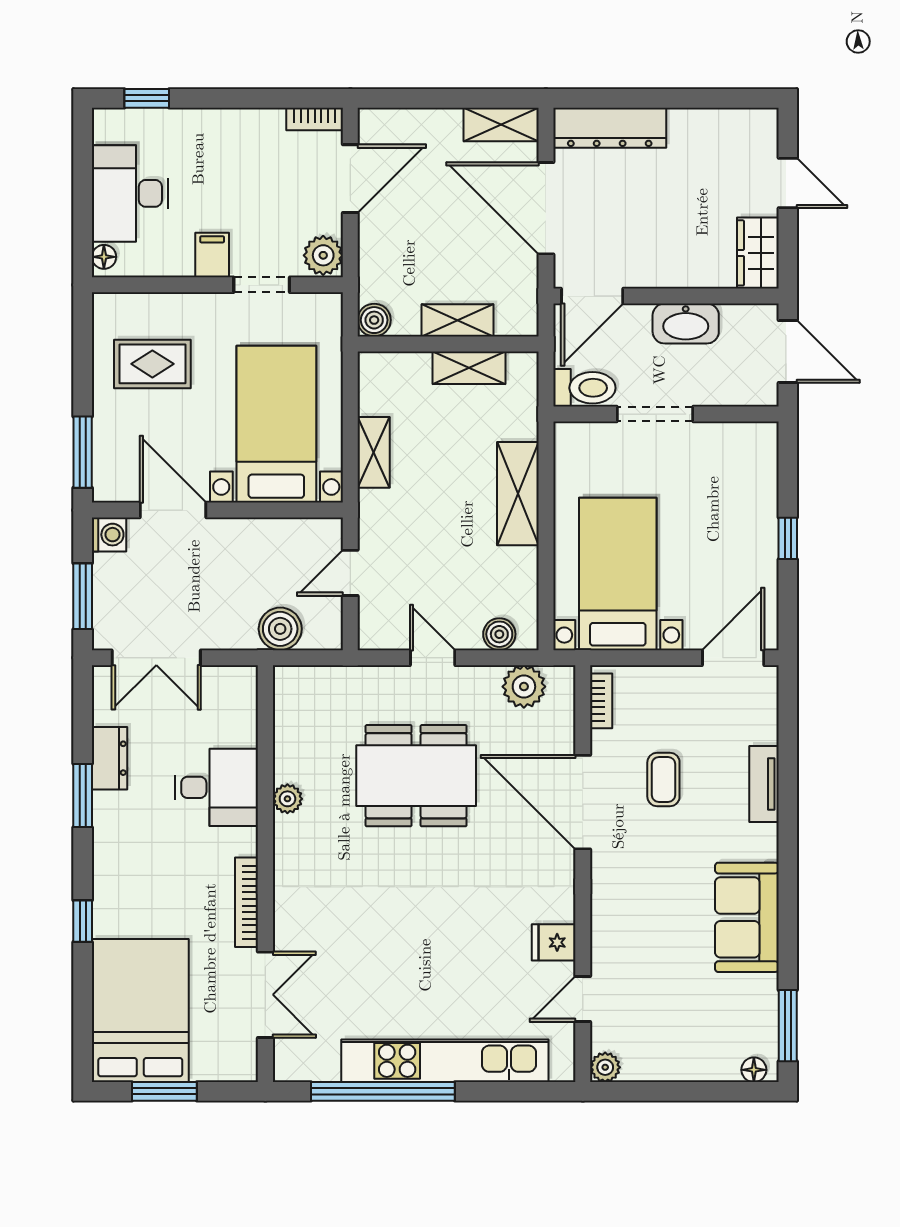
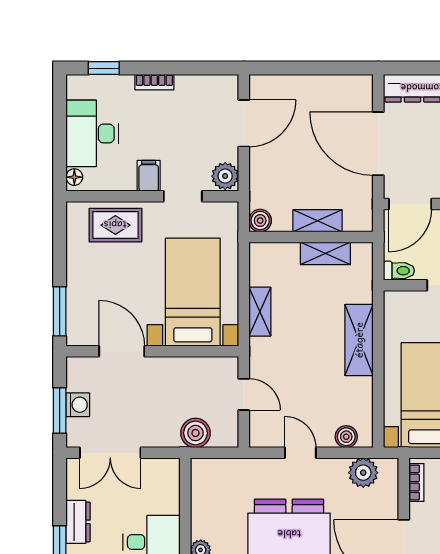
bookcase: (315, 119) -> (154, 82), moved
shelving: (501, 124) -> (348, 86), removed
rug: (152, 364) -> (115, 225), moved
toilet: (584, 388) -> (399, 271), width x0.73, depth x0.72
washing machine: (109, 535) -> (78, 405), moved
door: (350, 573) -> (244, 394), swing flipped

